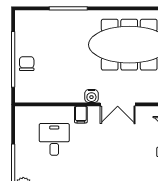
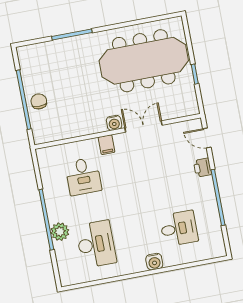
double door: (118, 104) -> (144, 126), swing flipped
desk: (54, 139) -> (83, 176), turned 180

